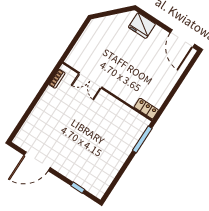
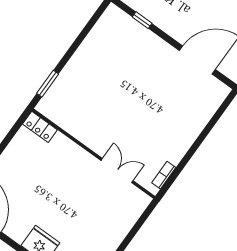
window: (142, 139) -> (48, 84), width x0.69

